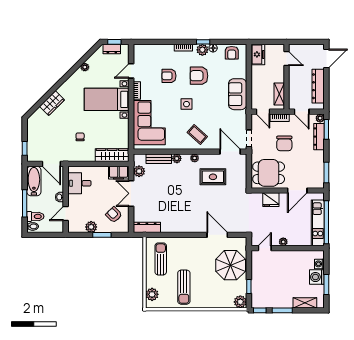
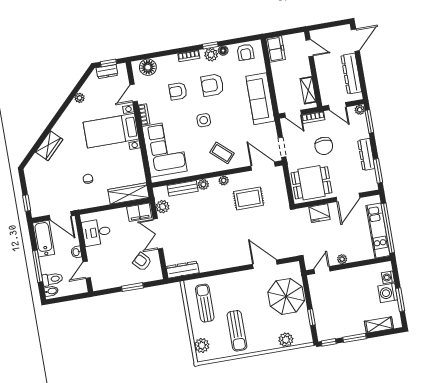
floor lamp: (147, 51) -> (148, 67), added
sofa: (238, 94) -> (260, 99), width x1.36
dresser: (319, 137) -> (366, 154), moved
plant: (91, 227) -> (119, 280), removed
plant: (240, 302) -> (286, 340), moved

